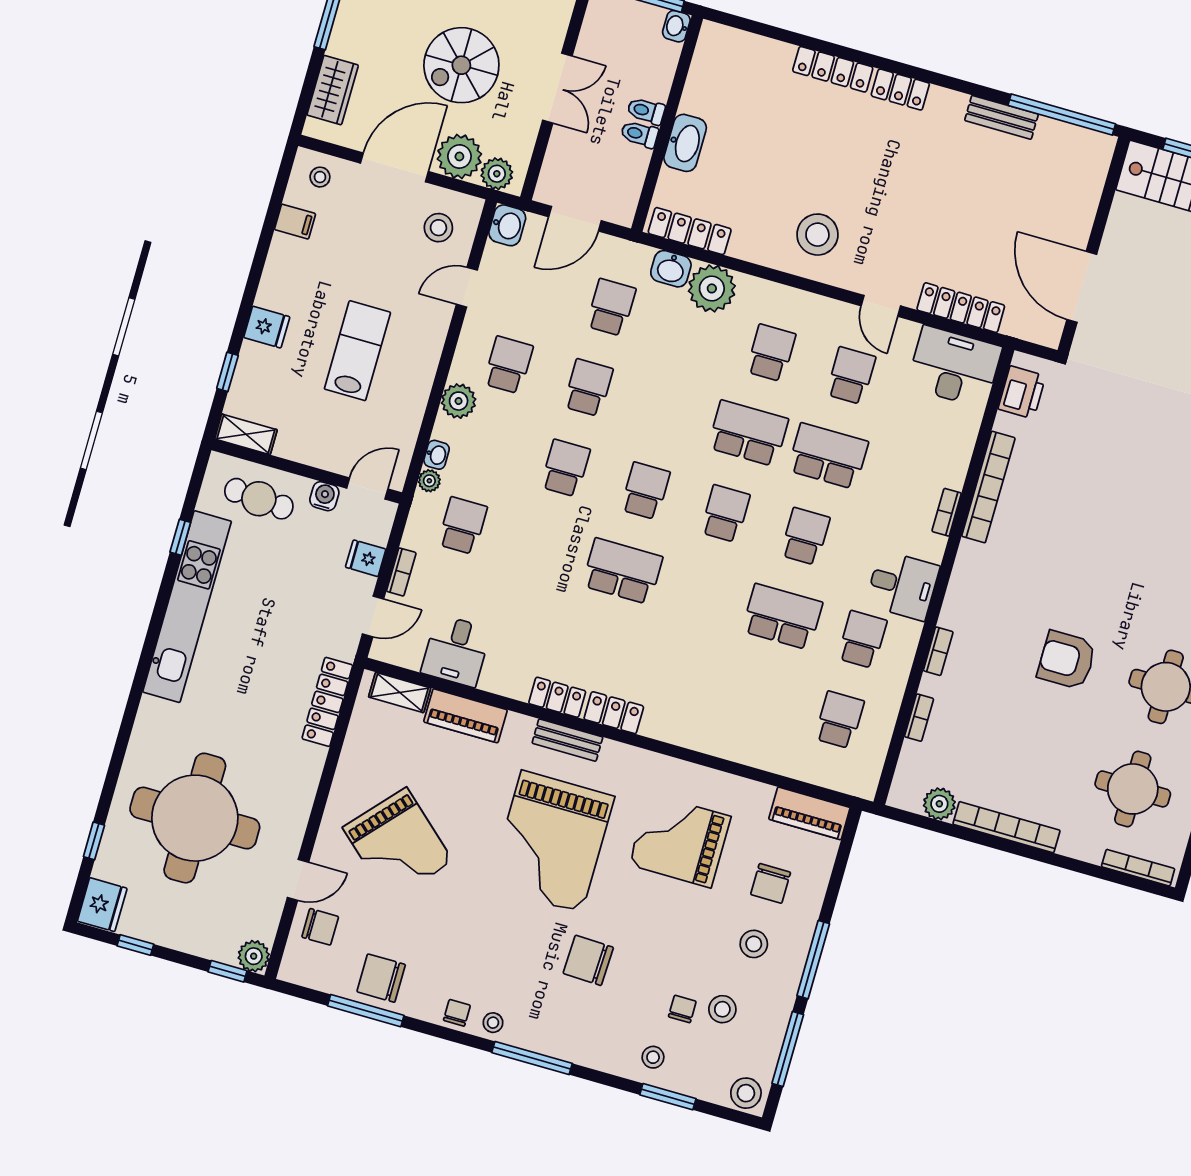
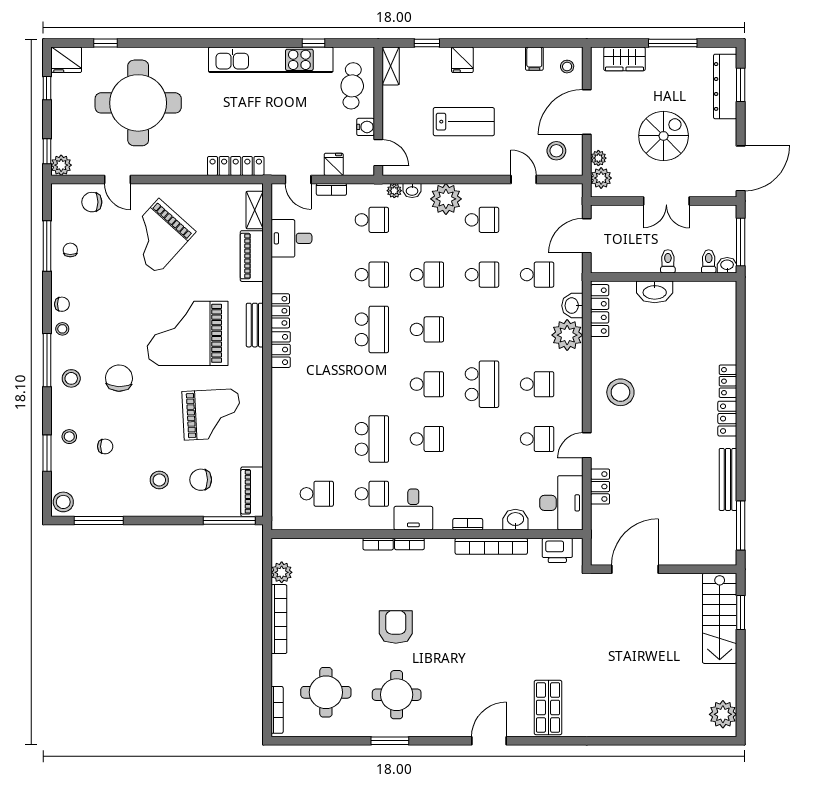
spiral stairs: (461, 65) -> (664, 136), turned 90
locker: (833, 69) -> (728, 381), width x0.66
window: (1062, 115) -> (741, 525), width x0.68
bench: (1001, 117) -> (728, 479), width x1.36
toilet: (639, 134) -> (709, 261), moved
plant: (459, 156) -> (598, 158), width x0.53, depth x0.53
door: (394, 167) -> (587, 112), swing flipped
door: (575, 219) -> (587, 236), hinge flipped
washbasin: (507, 225) -> (515, 520), moved, turned 180
locker: (961, 308) -> (600, 487), width x0.66
plant: (459, 401) -> (446, 199), width x1.36, depth x1.36
school desk: (828, 456) -> (372, 275), moved, width x0.54
bookcase: (919, 718) -> (409, 544), moved
grand piano: (680, 841) -> (211, 414), turned 87
chair: (320, 927) -> (92, 202), turned 90
window: (813, 960) -> (229, 520), moved
chair: (381, 978) -> (70, 250), width x0.54, depth x0.54
stool: (722, 1009) -> (71, 378), moved

